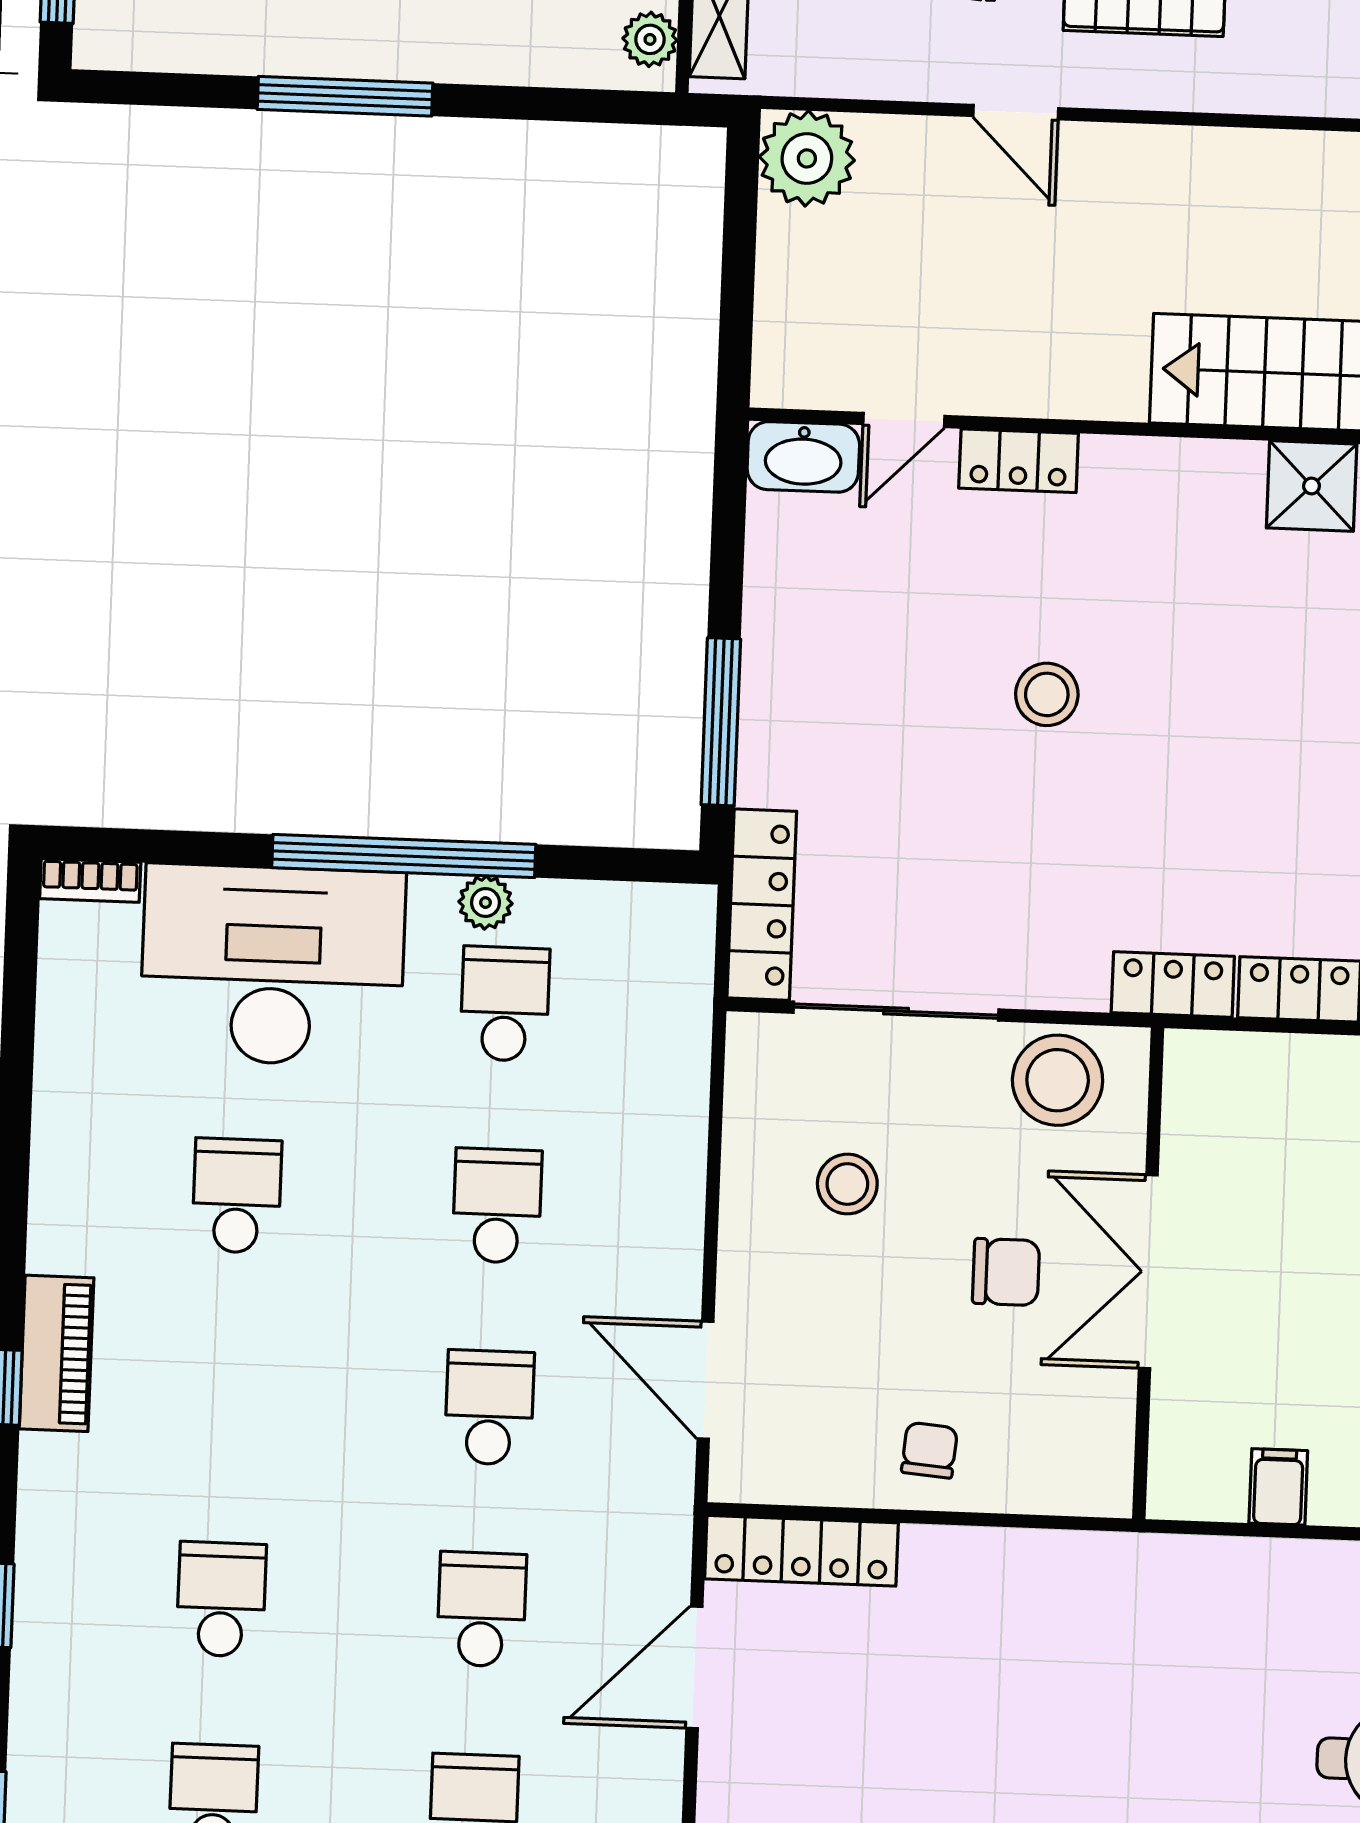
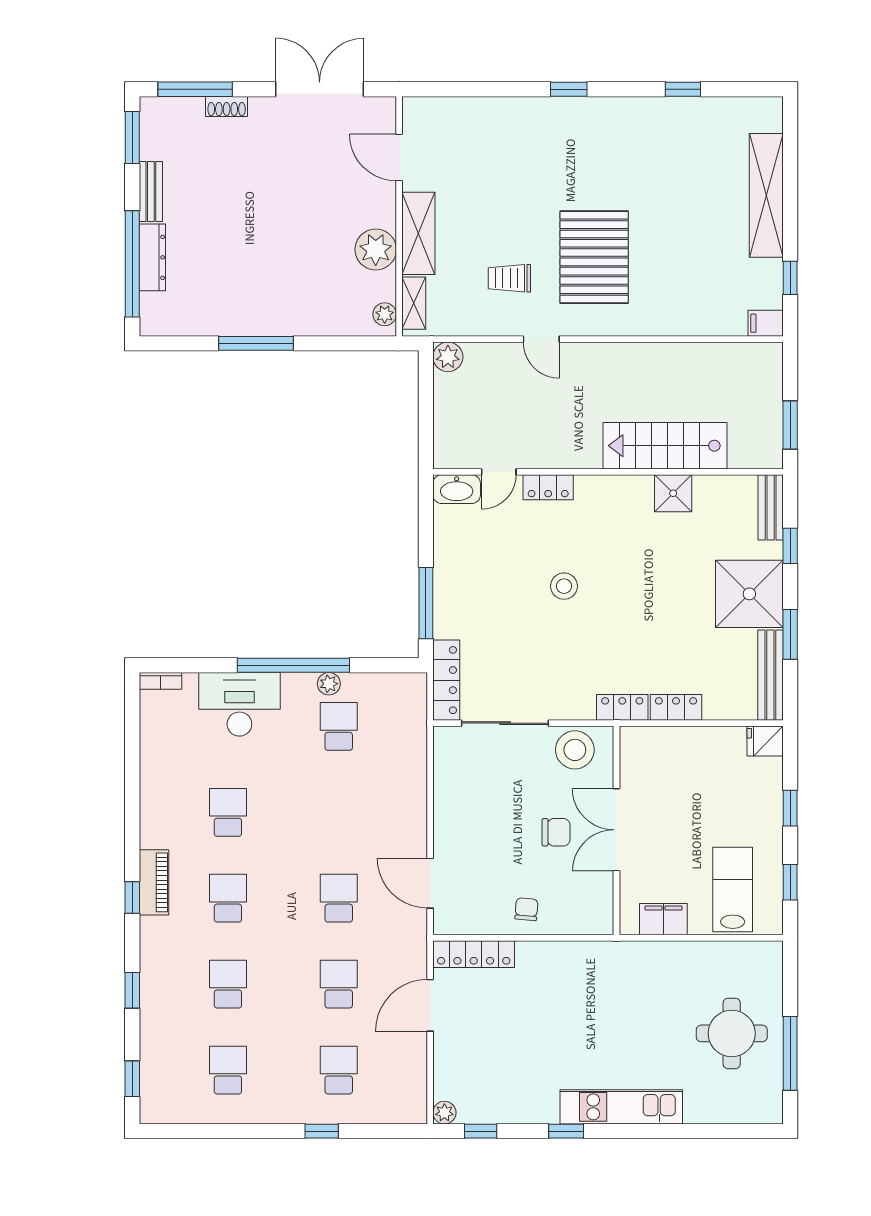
plant: (807, 158) -> (448, 357), width x0.73, depth x0.73
desk: (273, 965) -> (239, 704), width x0.73, depth x0.77
stool: (847, 1184) -> (487, 797), removed
school desk: (497, 1206) -> (228, 898), moved
filing cabinet: (1278, 1487) -> (663, 919), width x2.00

